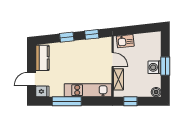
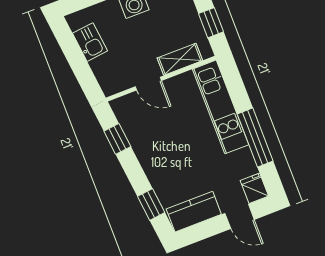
window: (67, 37) -> (151, 204), moved
kitchen sink: (125, 41) -> (90, 42), moved
door: (113, 60) -> (148, 84), swing flipped

